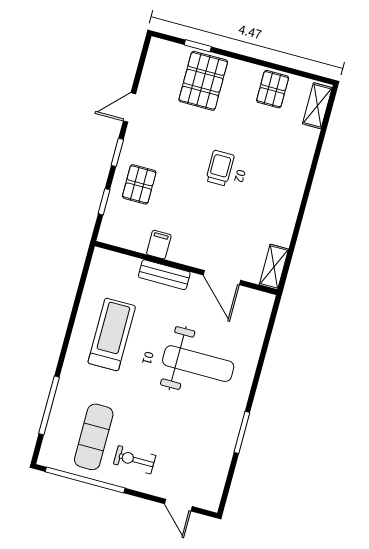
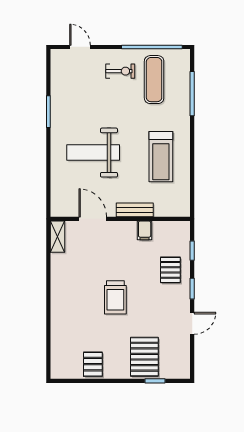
shelving: (317, 106) -> (58, 361), removed
trolley: (220, 168) -> (115, 297), width x1.36, depth x1.39

